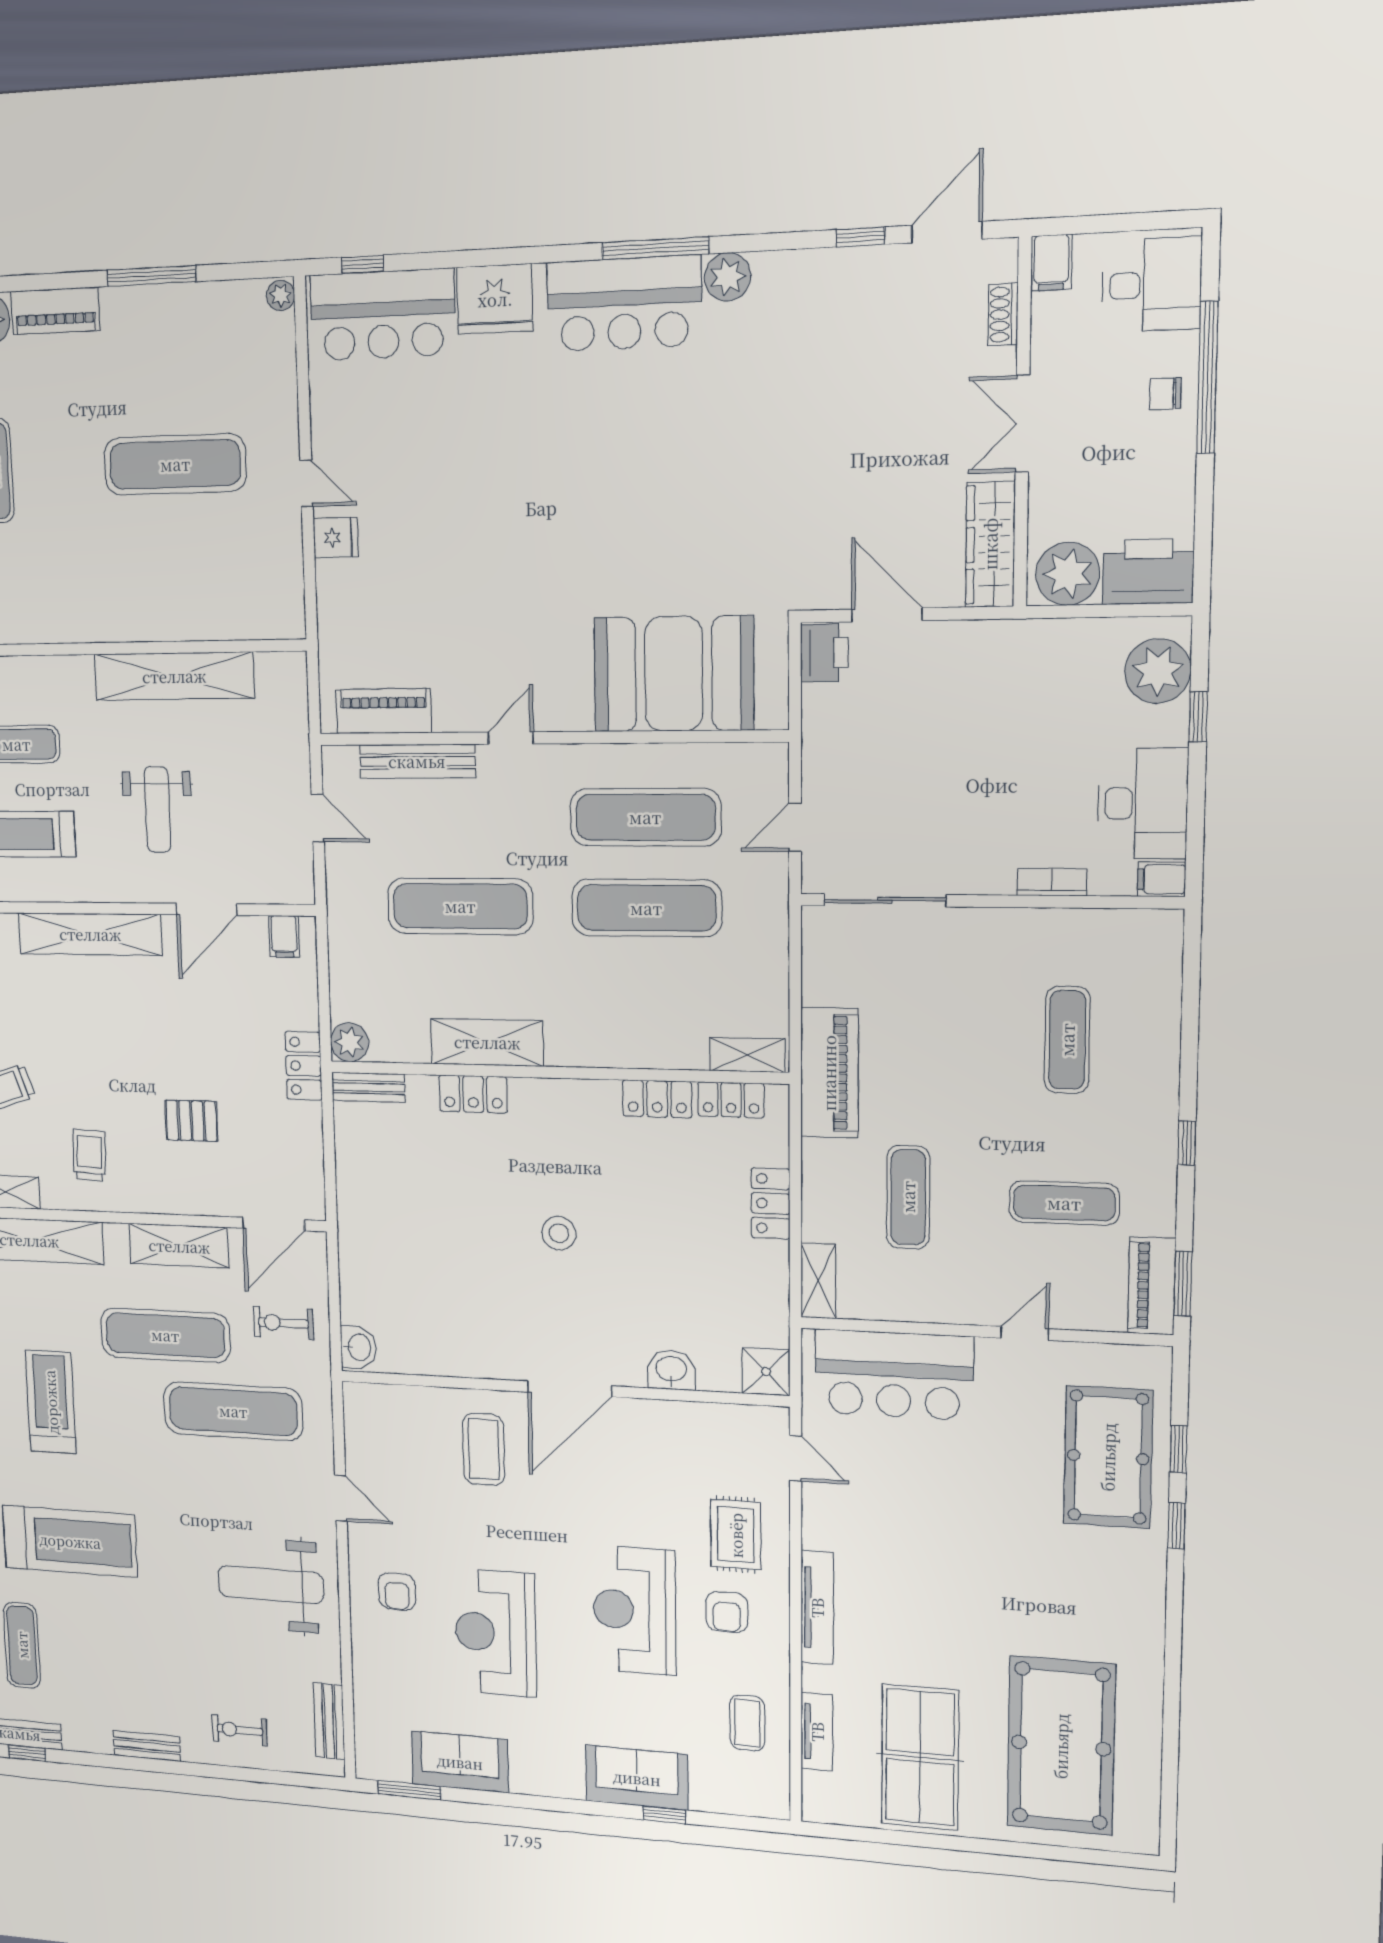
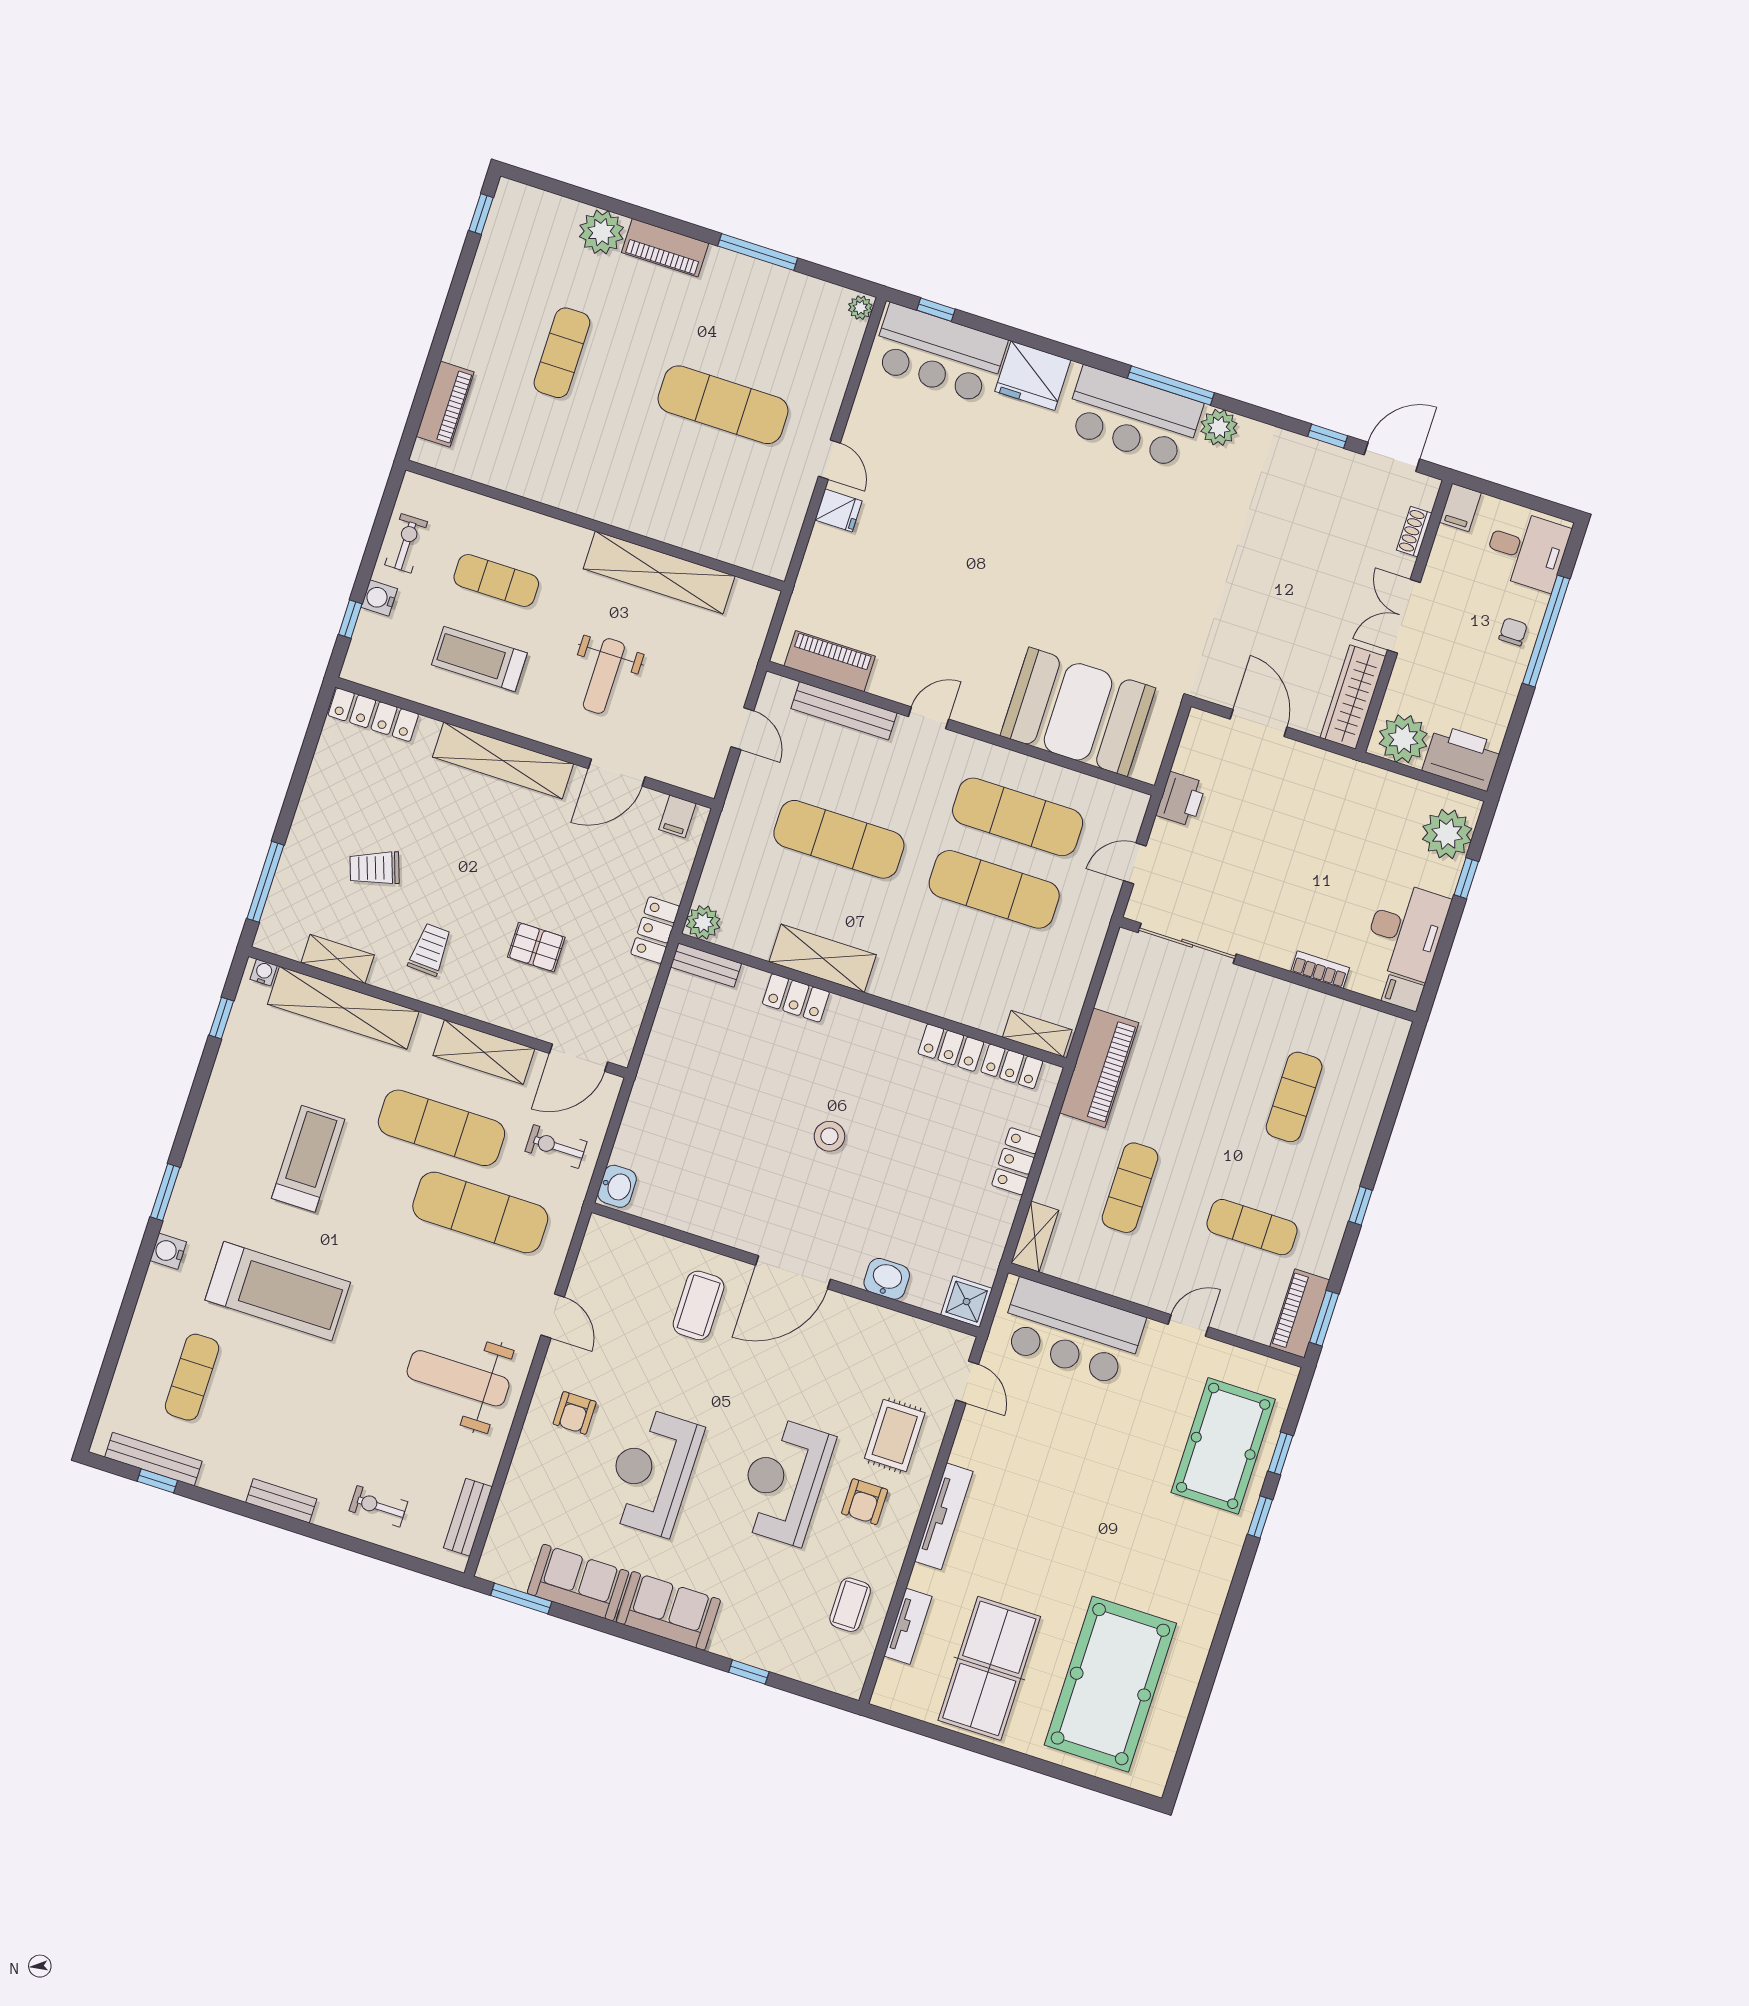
chair: (1165, 394) -> (1513, 632), turned 90
printer: (824, 653) -> (1181, 799), moved
sofa: (637, 1778) -> (668, 1611), moved

